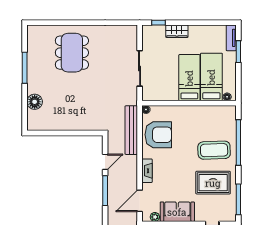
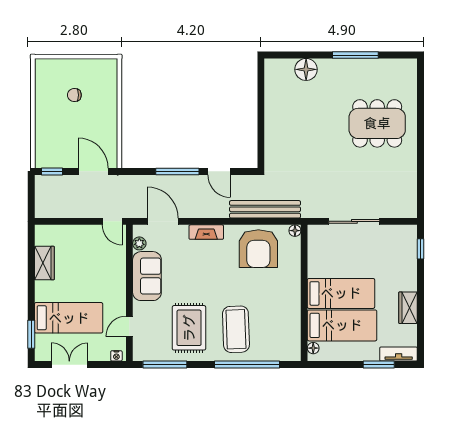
wardrobe: (177, 31) -> (408, 308), moved

